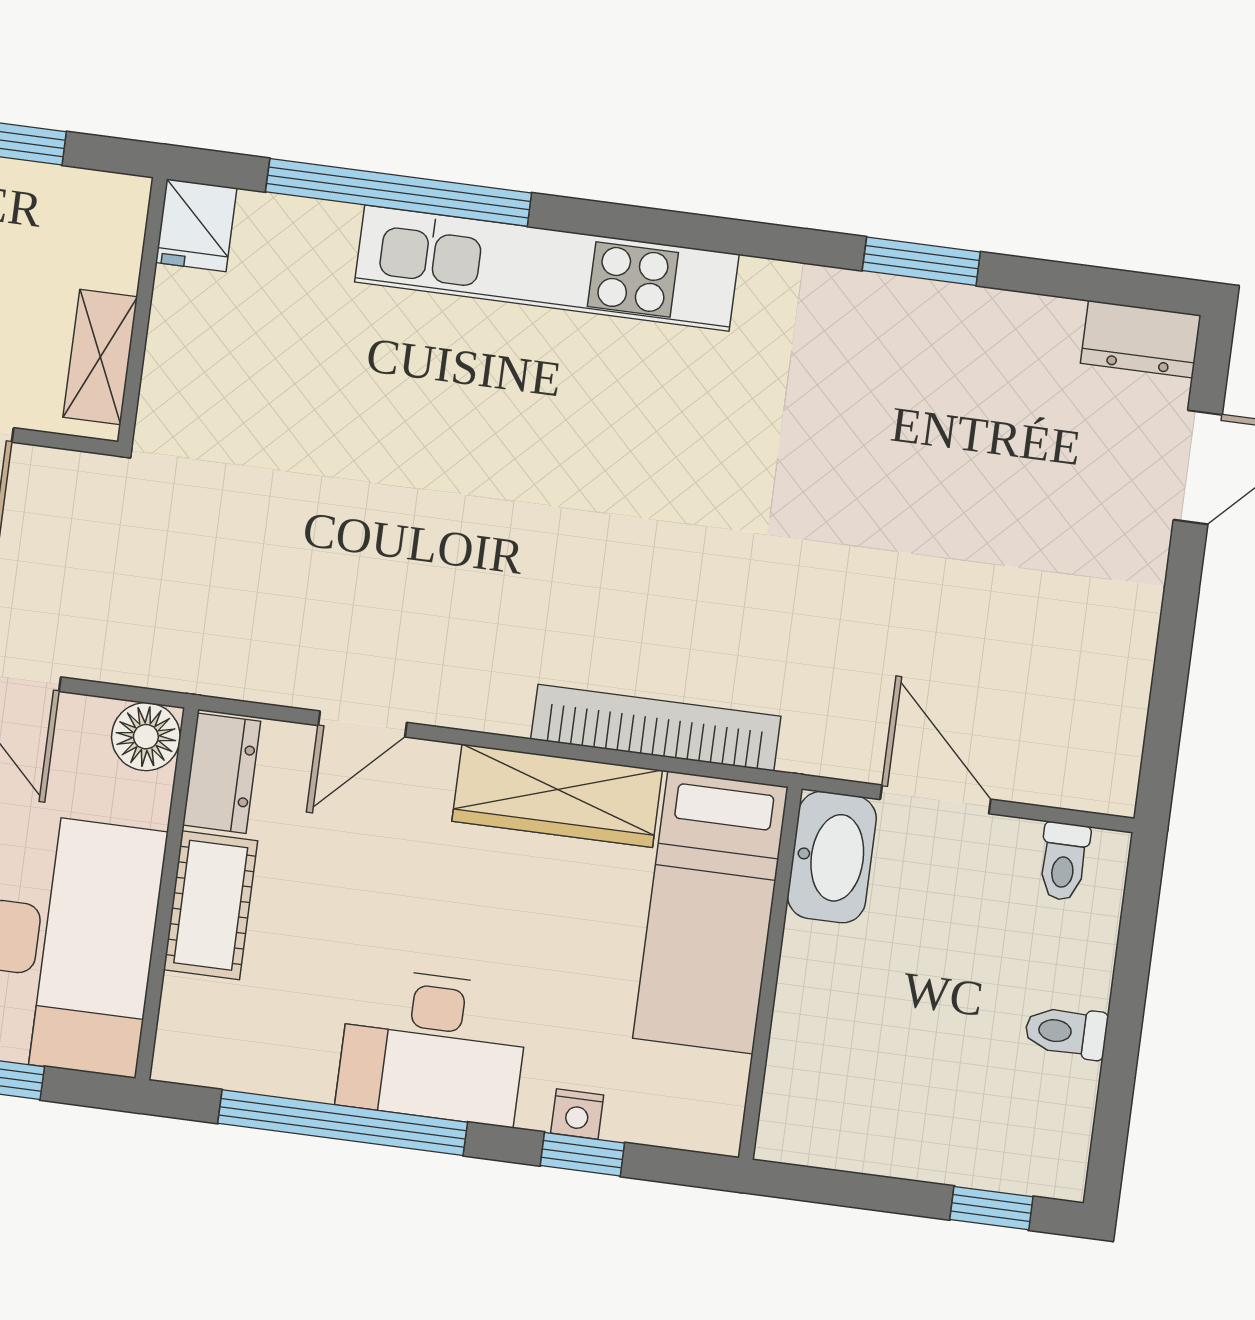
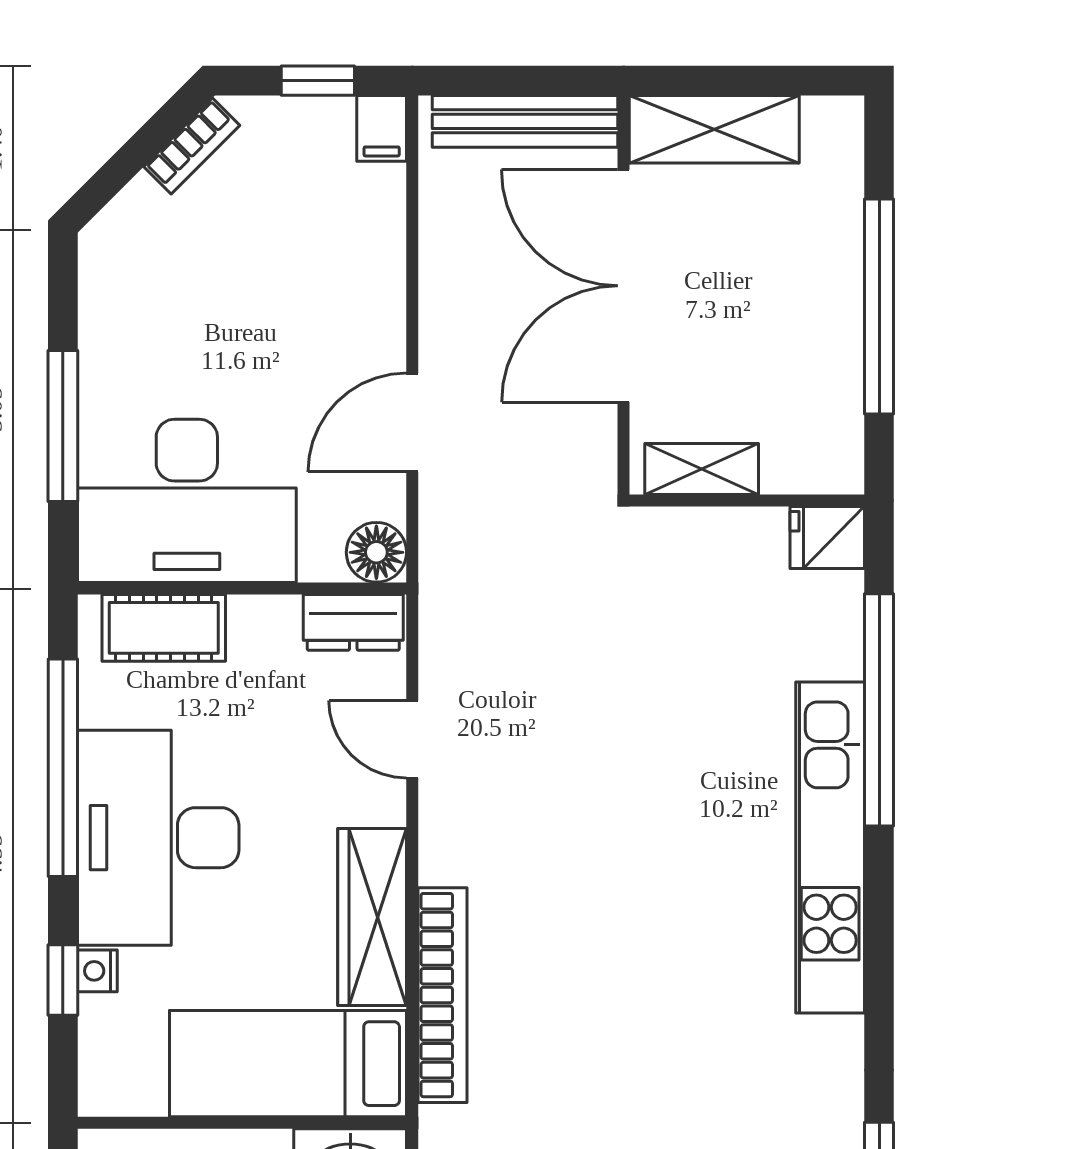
cot: (211, 905) -> (164, 628), moved
desk: (433, 1047) -> (158, 838), width x1.36, depth x1.30

